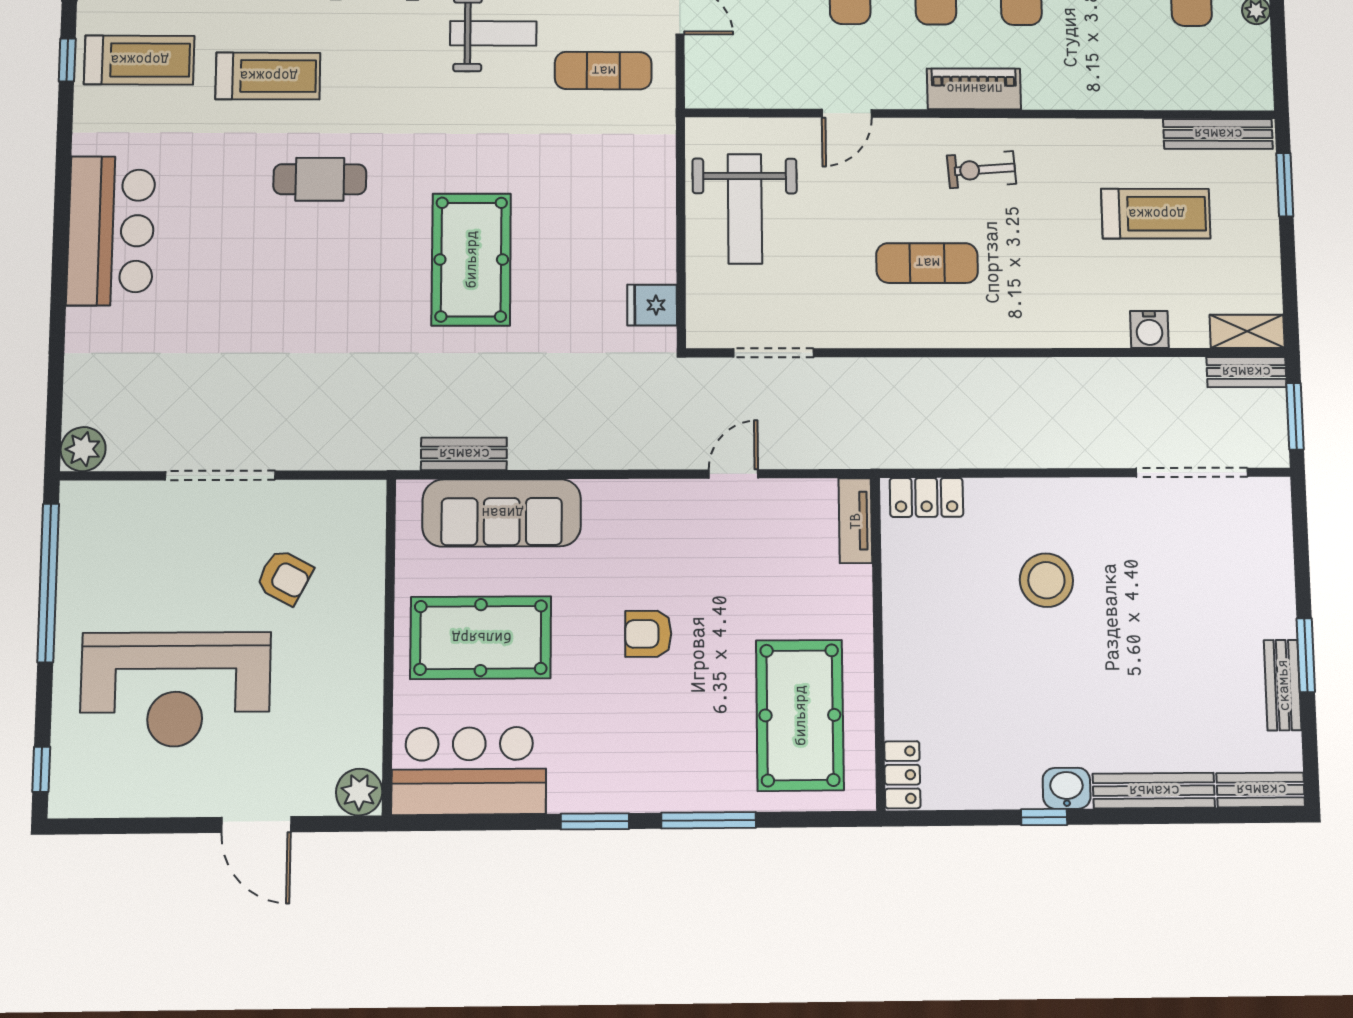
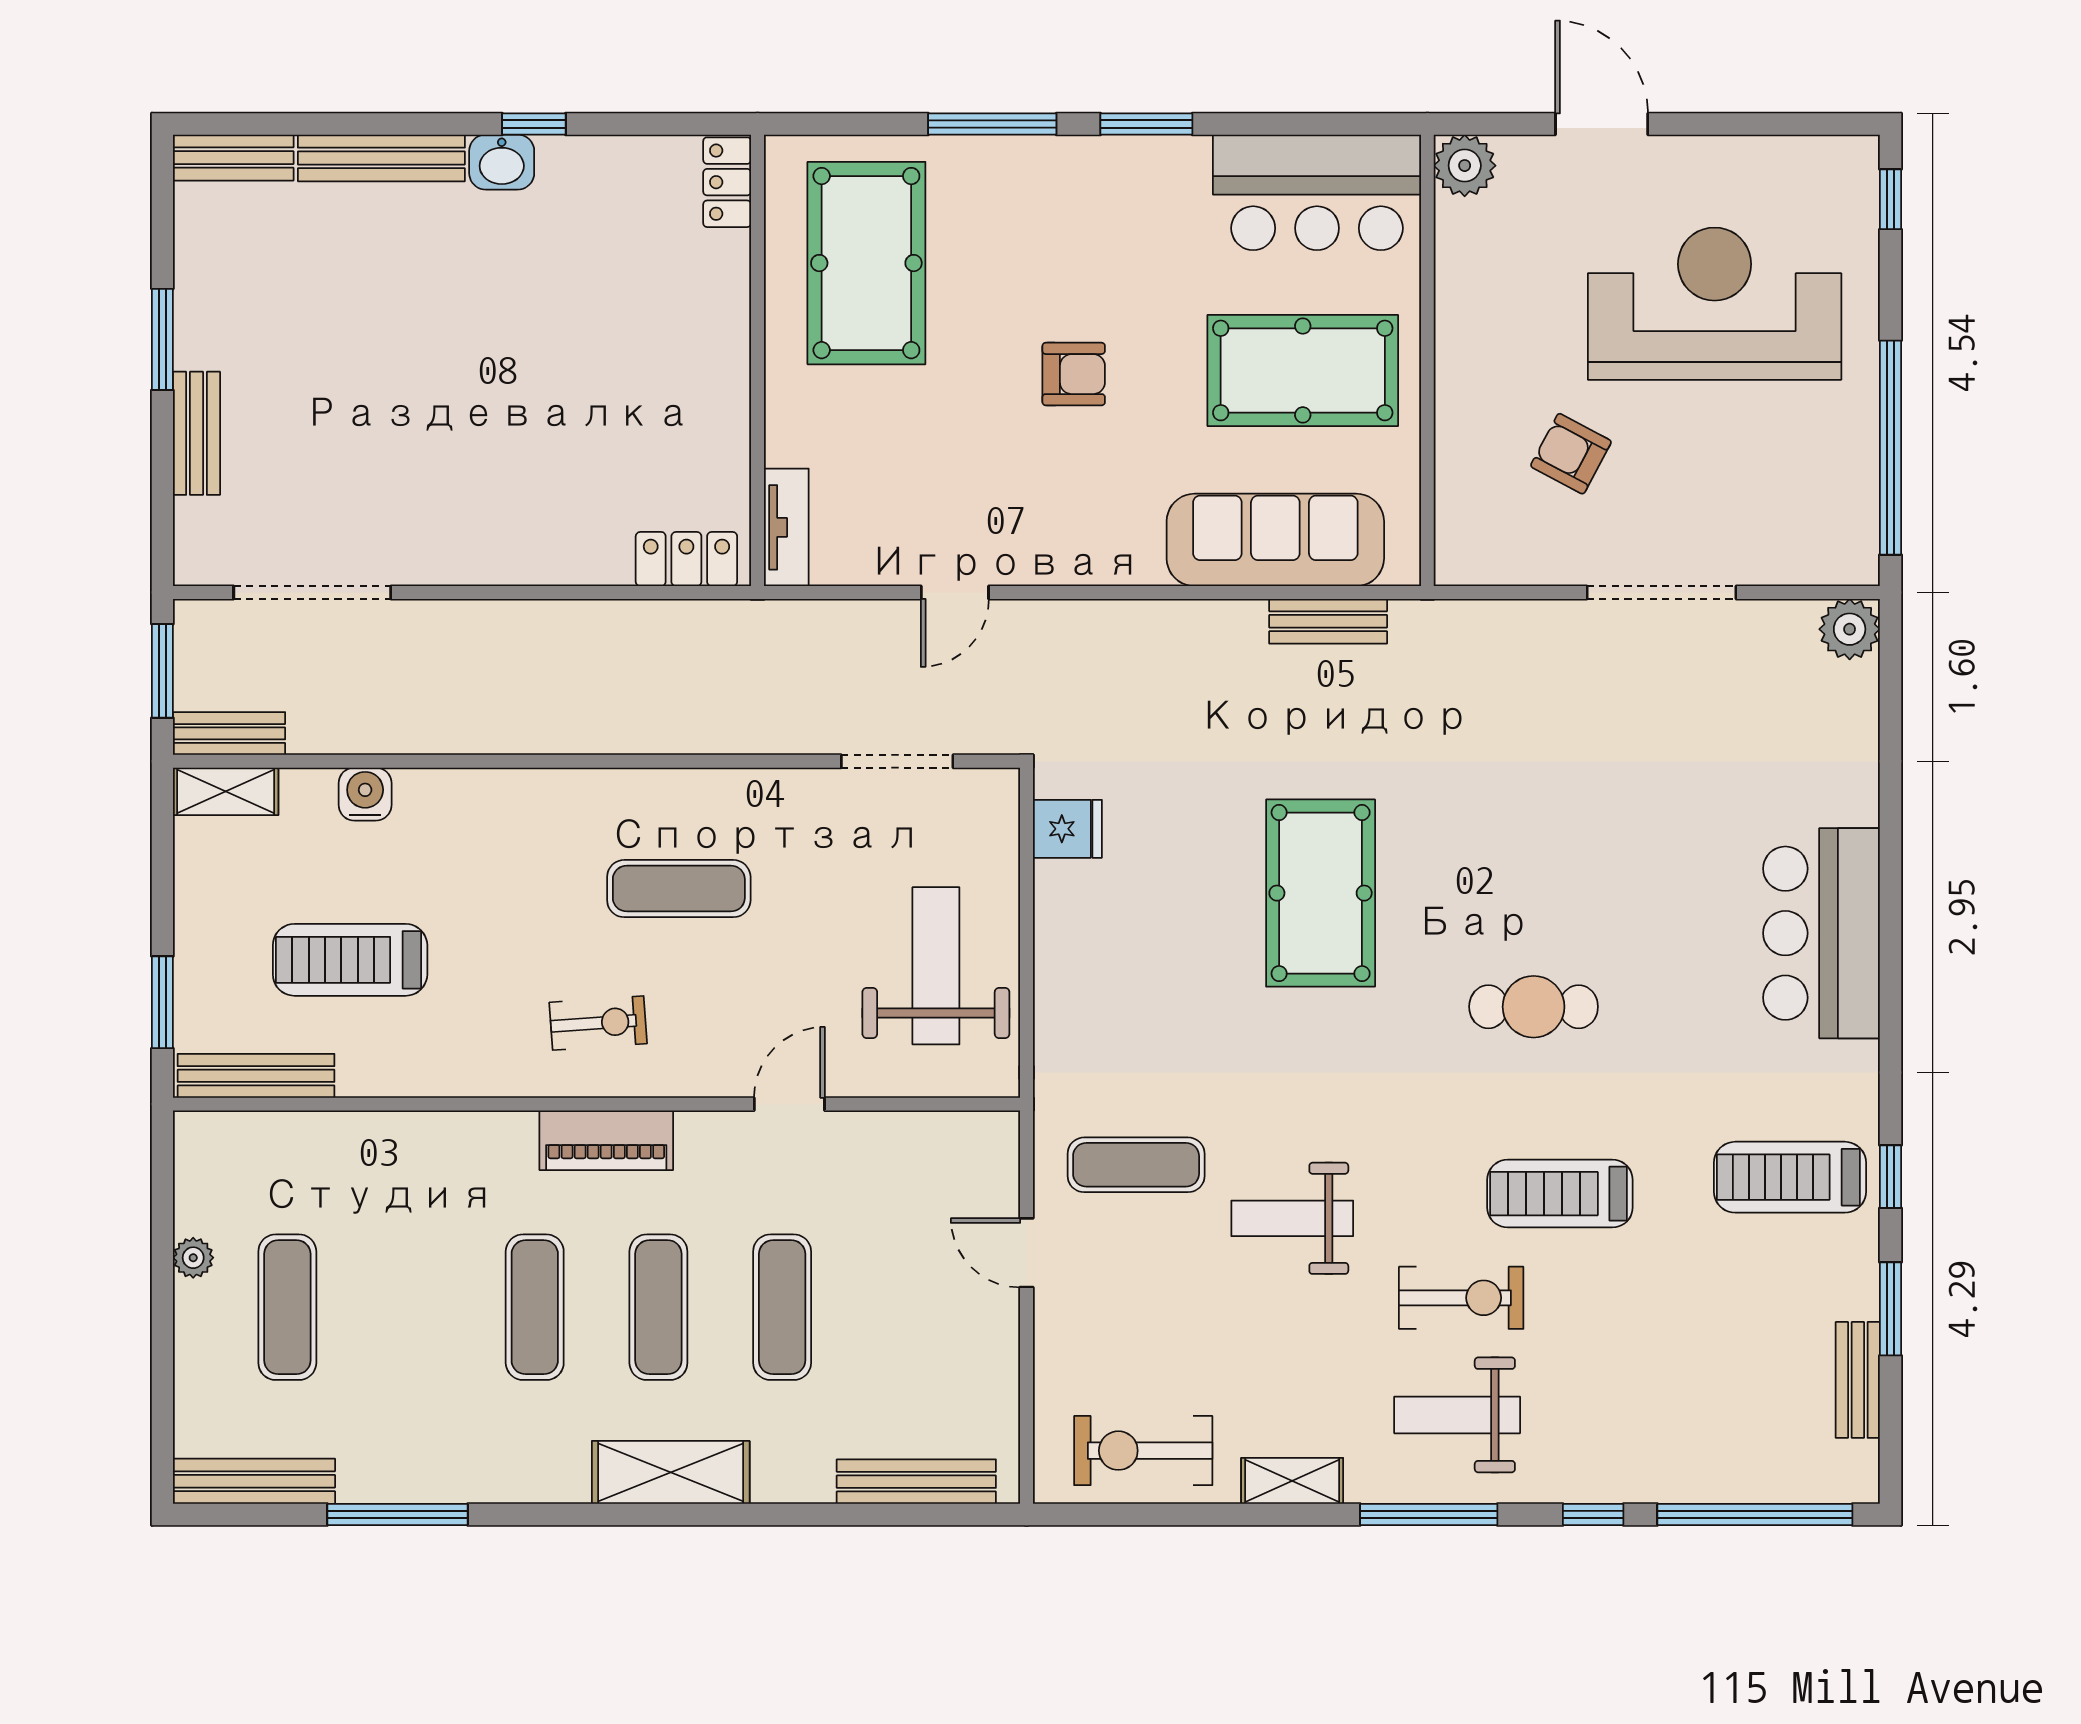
treadmill: (268, 76) -> (1560, 1194), moved
stool: (1046, 580) -> (521, 444), removed
bench: (1283, 685) -> (197, 433), moved

